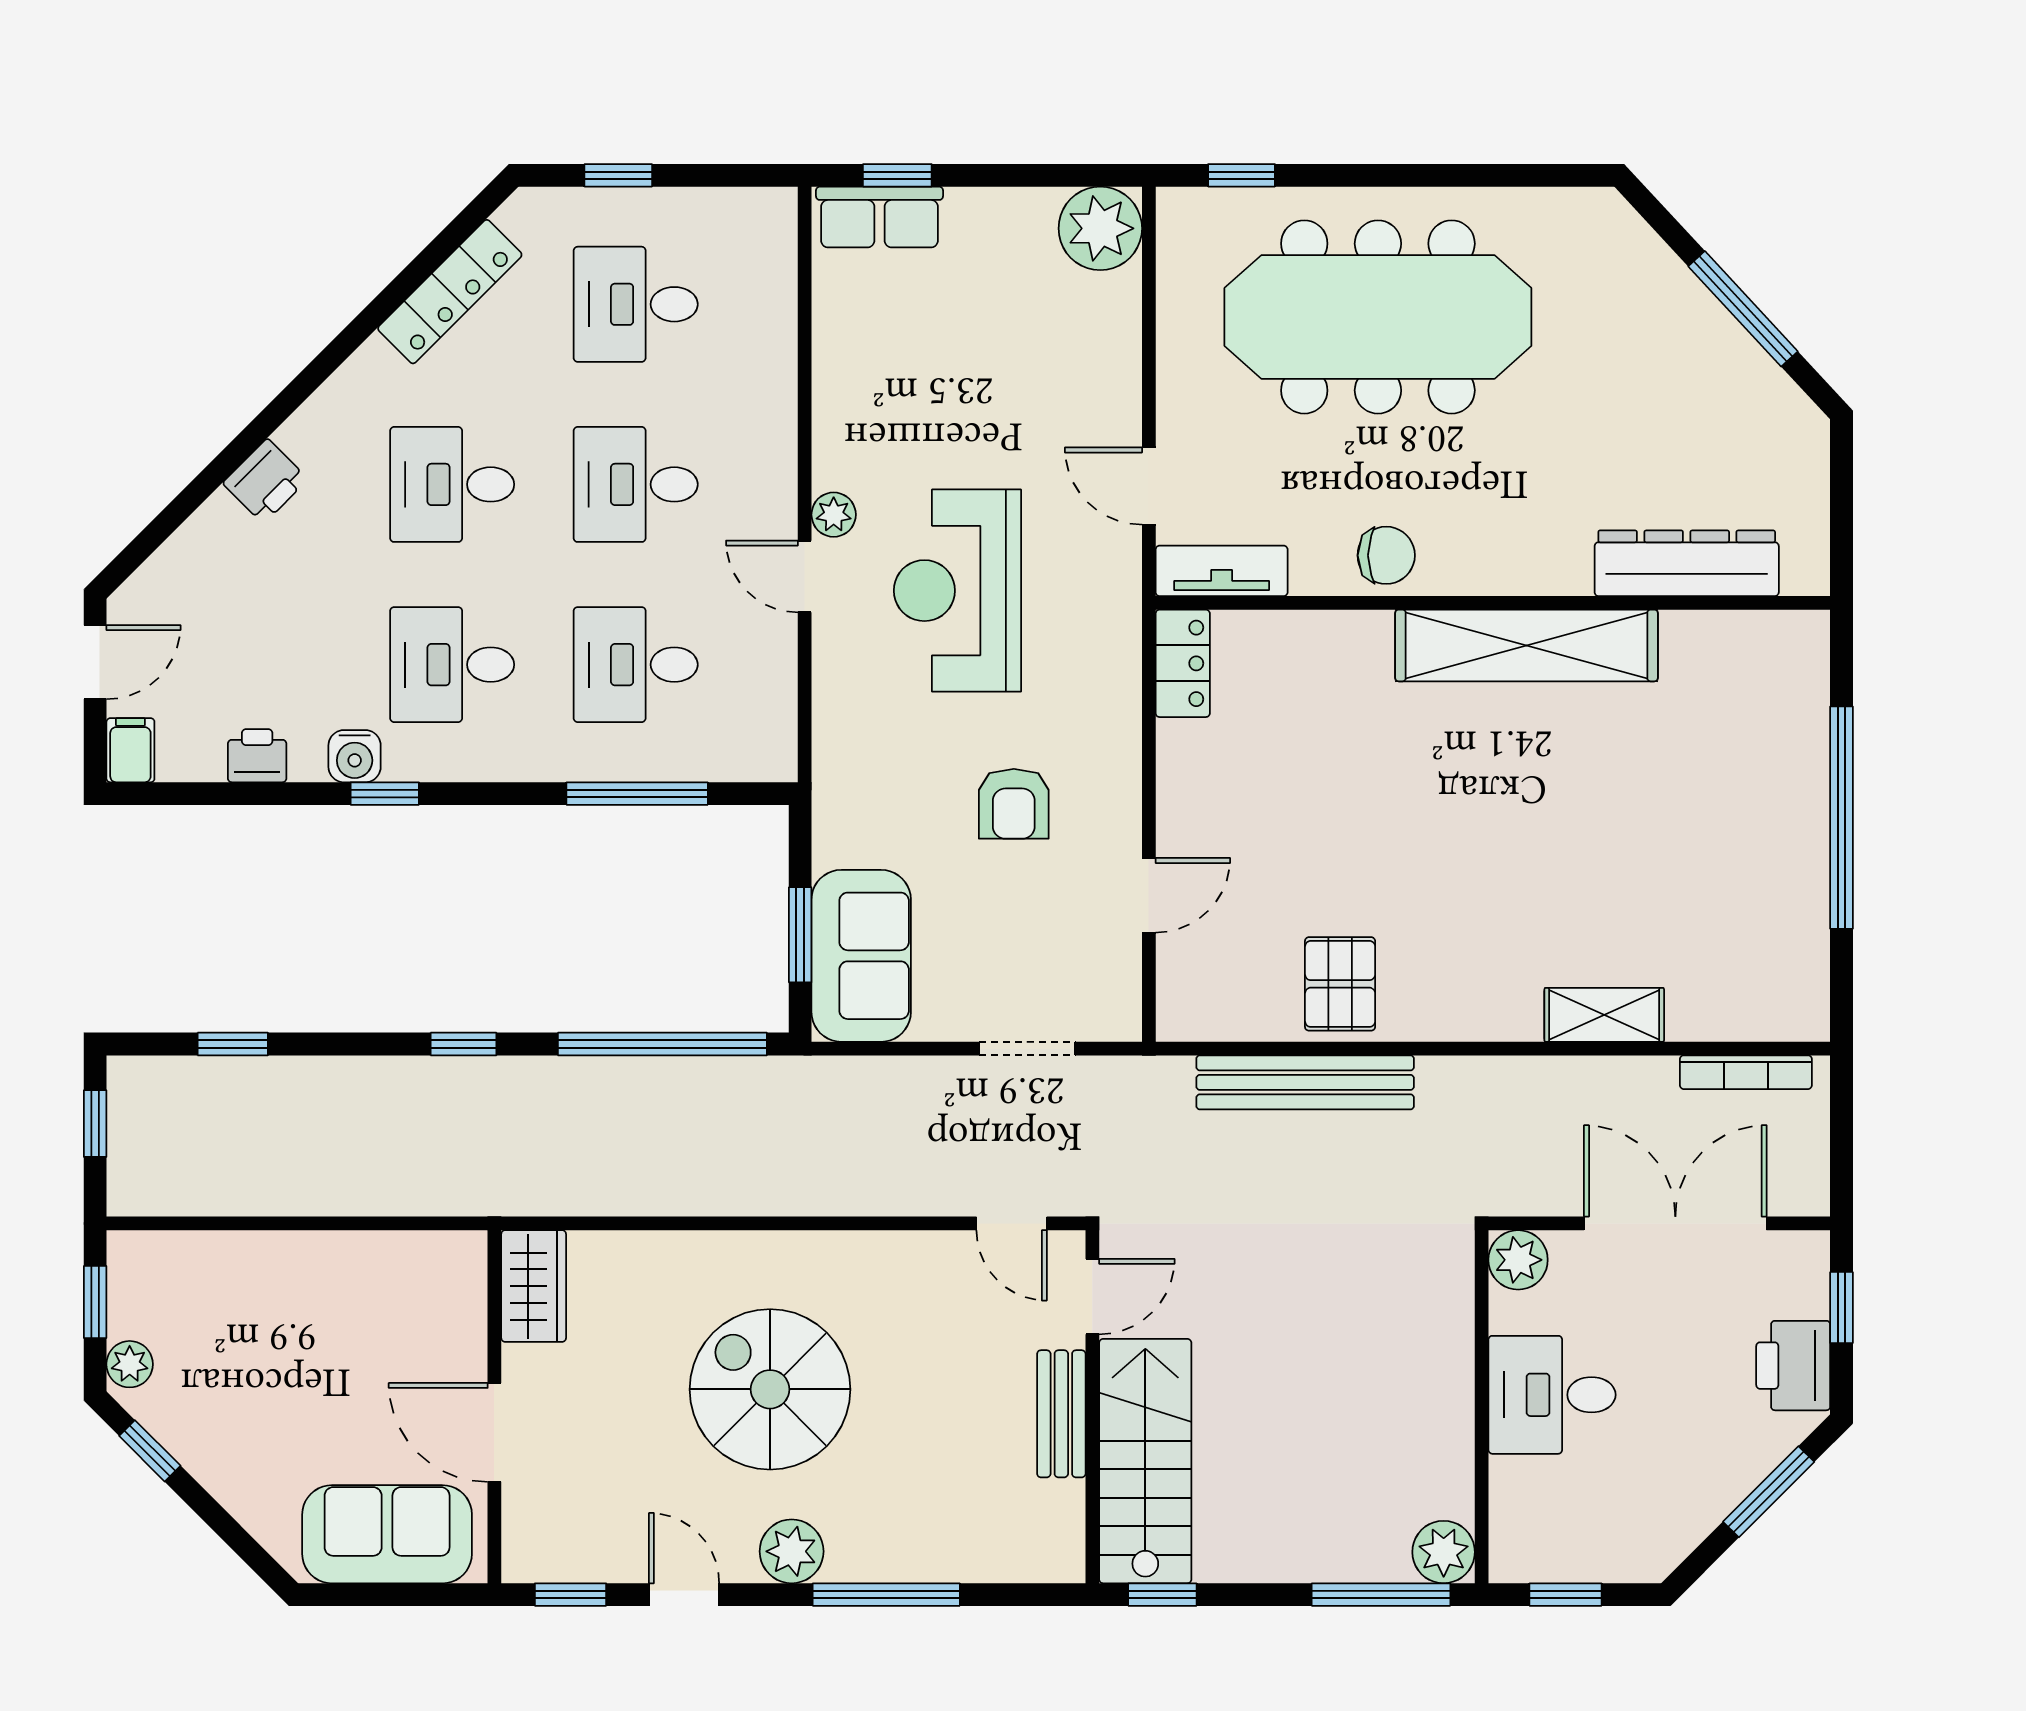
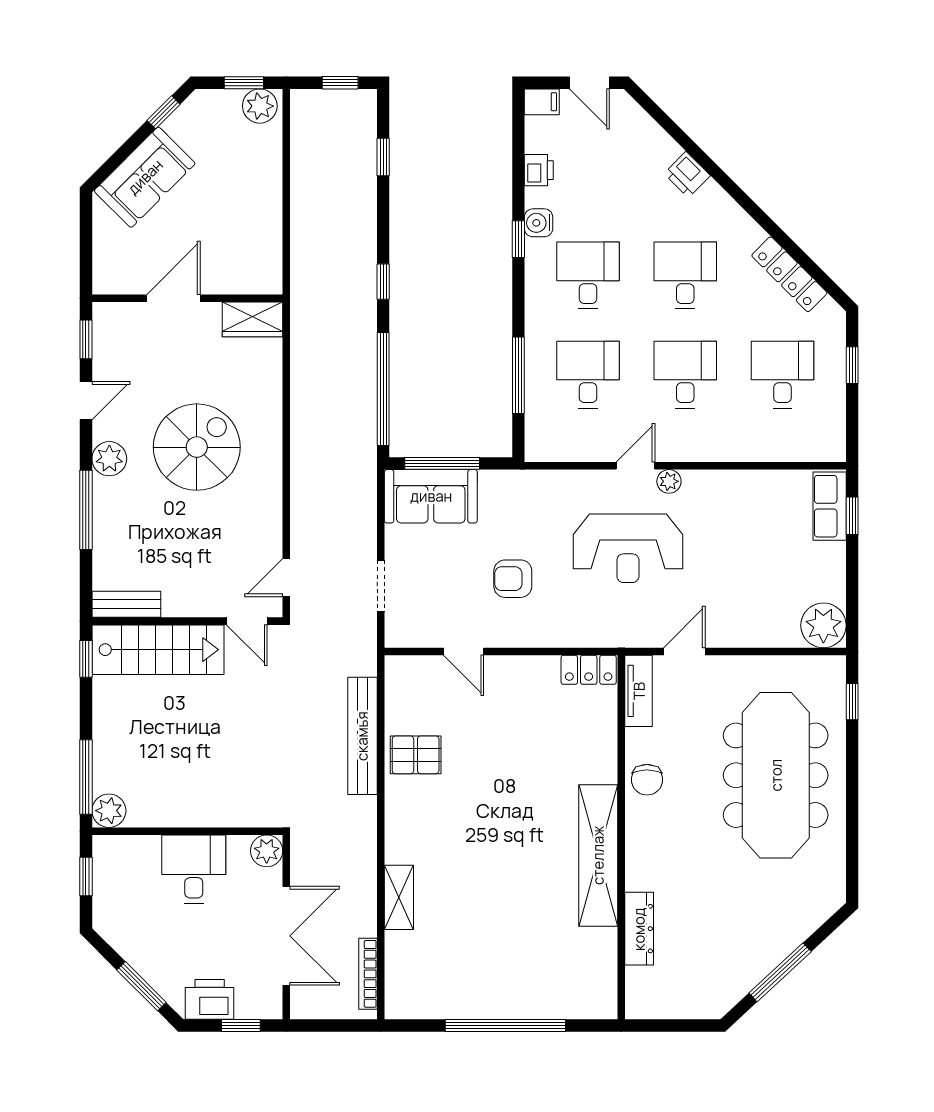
dresser: (1687, 563) -> (639, 929), width x0.73, depth x0.80
reception desk: (957, 591) -> (628, 548), turned 180
window: (800, 935) -> (442, 463), width x1.44
plant: (130, 1364) -> (260, 106), moved, width x1.38, depth x1.38
bench: (1061, 1414) -> (126, 604), moved
sofa: (387, 1534) -> (145, 177), moved, turned 45

